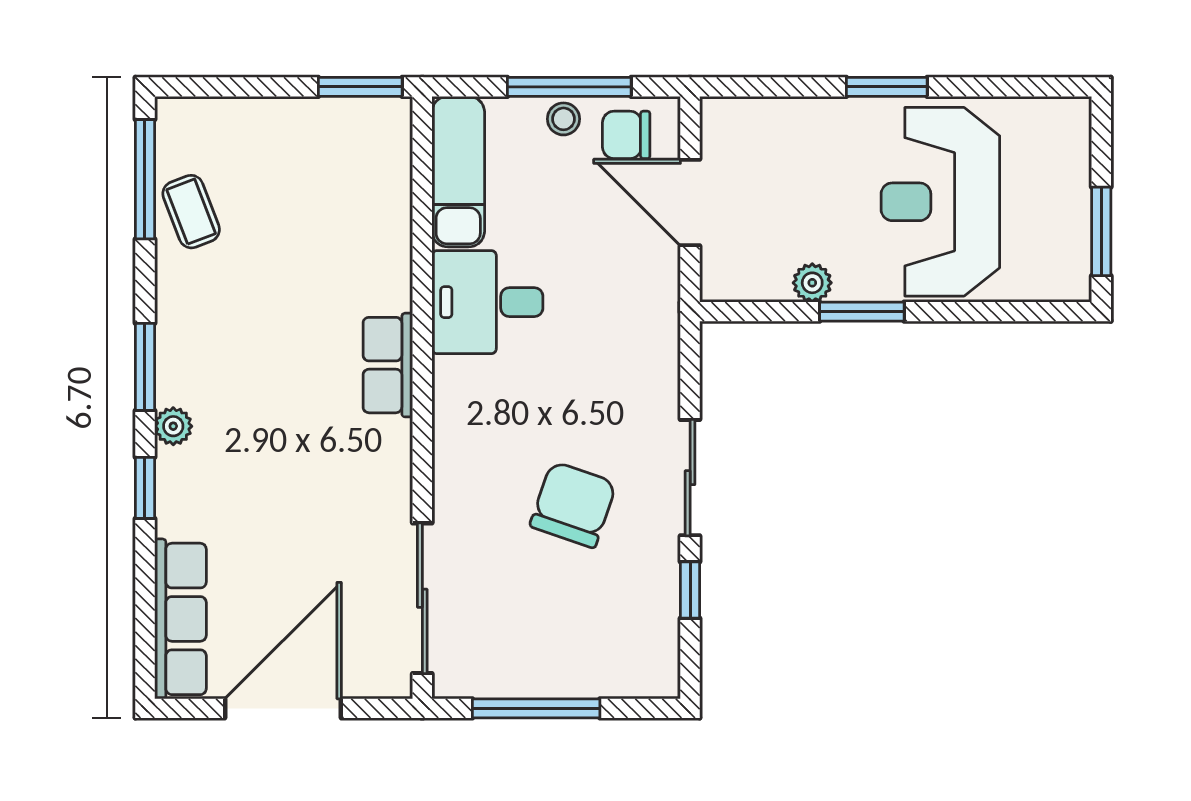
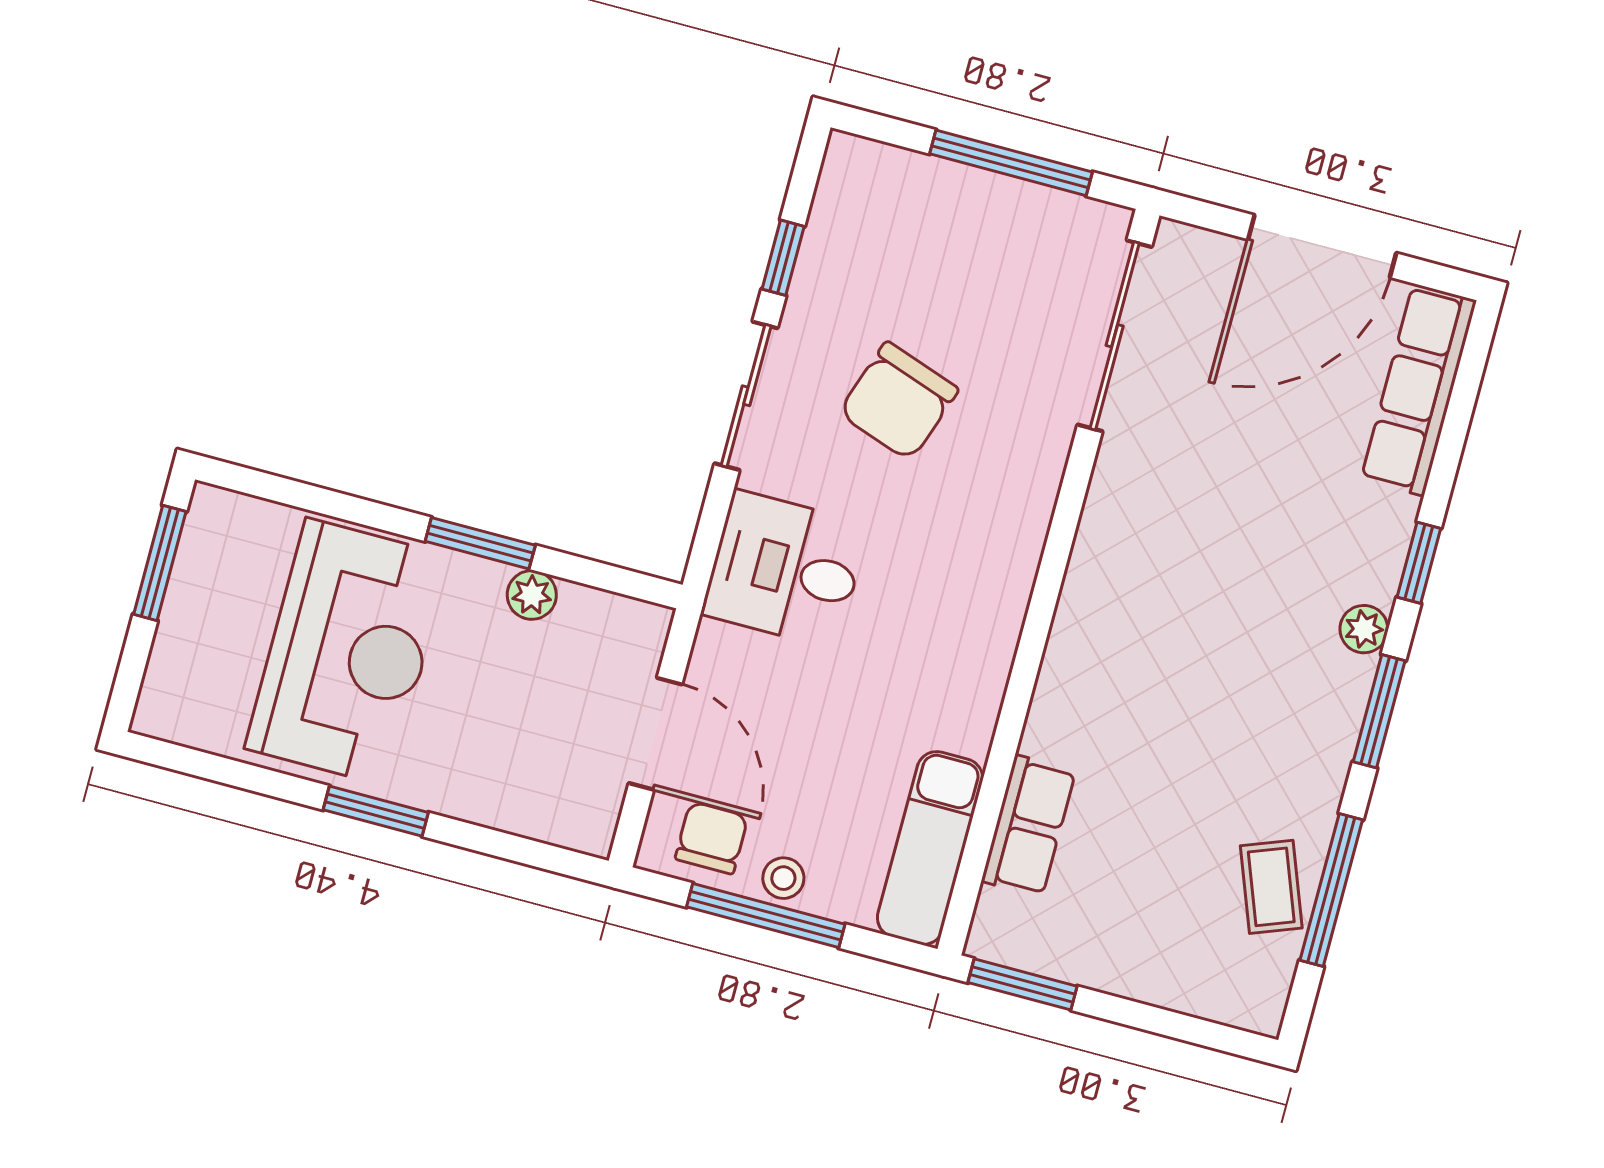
chair: (626, 135) -> (712, 838), turned -90
window: (145, 179) -> (1331, 890), moved
desk: (487, 302) -> (785, 569), moved, turned 180
row of seats: (388, 365) -> (1029, 826), moved

